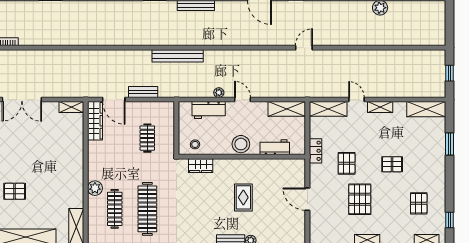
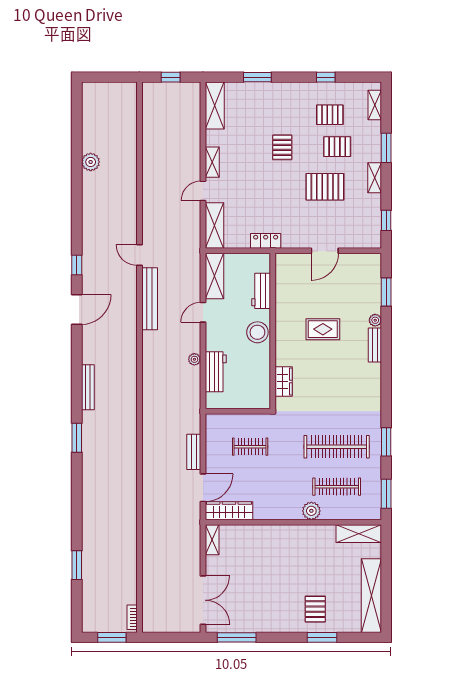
bench: (178, 56) -> (150, 299), moved
door: (242, 100) -> (203, 312), moved
stool: (195, 144) -> (258, 388), removed
pallet: (347, 163) -> (337, 147), moved
window: (449, 220) -> (326, 77), moved

